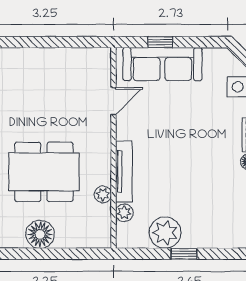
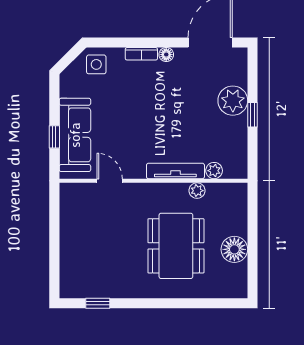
plant: (165, 233) -> (233, 101), moved

